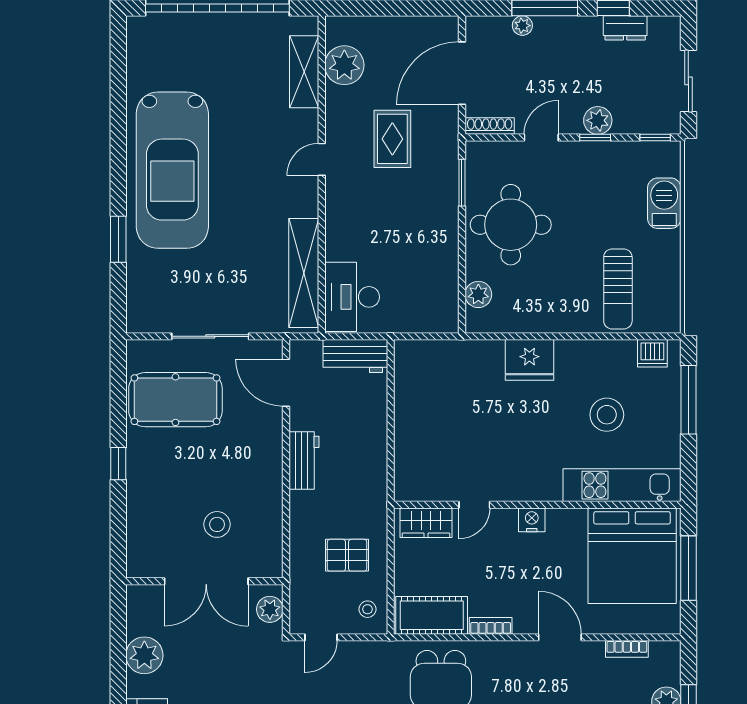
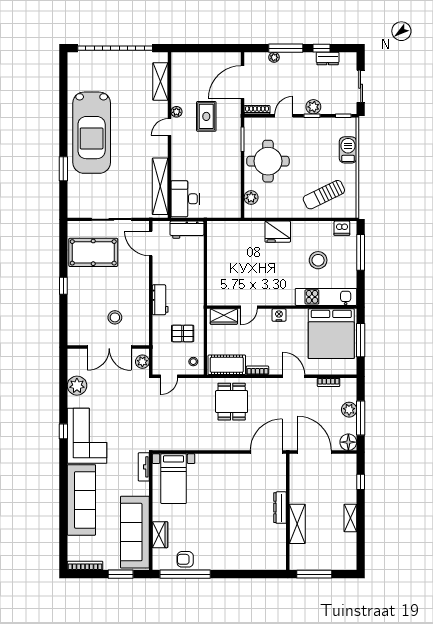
plant: (344, 65) -> (176, 112), moved, width x0.53, depth x0.53
sun lounger: (618, 289) -> (324, 195), turned 64
workbench: (304, 460) -> (160, 300), moved

